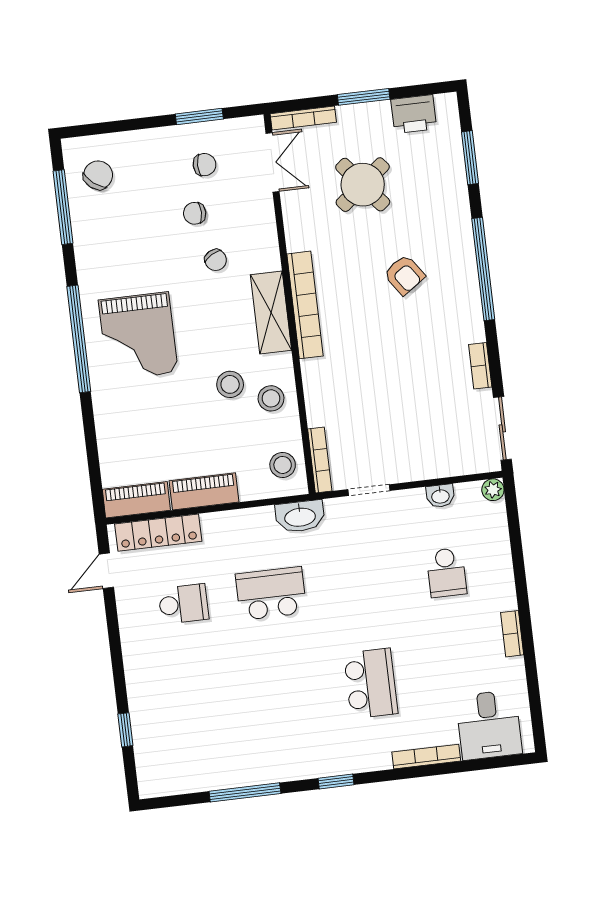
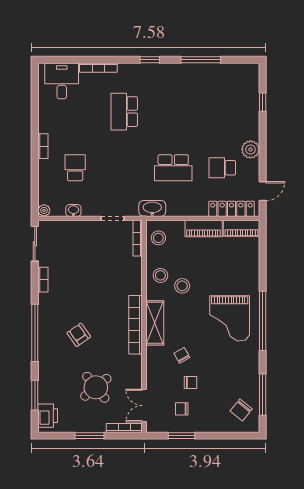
printer: (414, 114) -> (48, 416), moved, turned 90
grand piano: (138, 336) -> (230, 318), turned 180
bookcase: (512, 634) -> (43, 146), moved
plant: (137, 643) -> (250, 149), added

